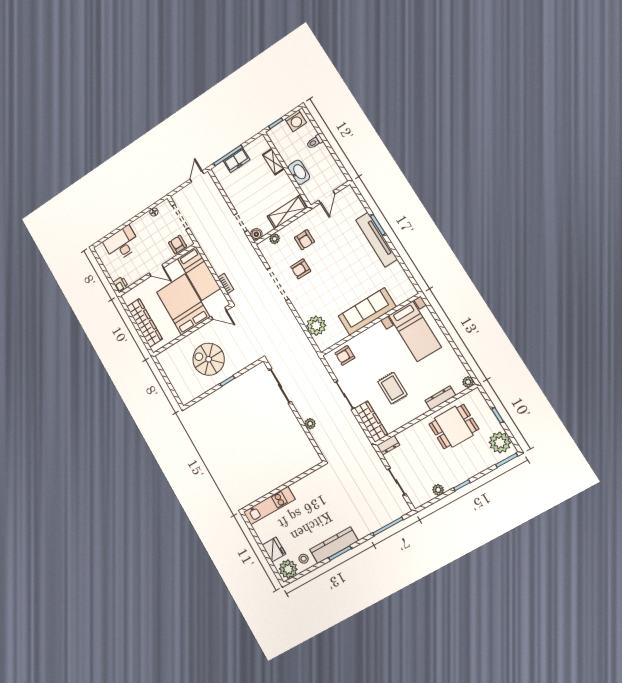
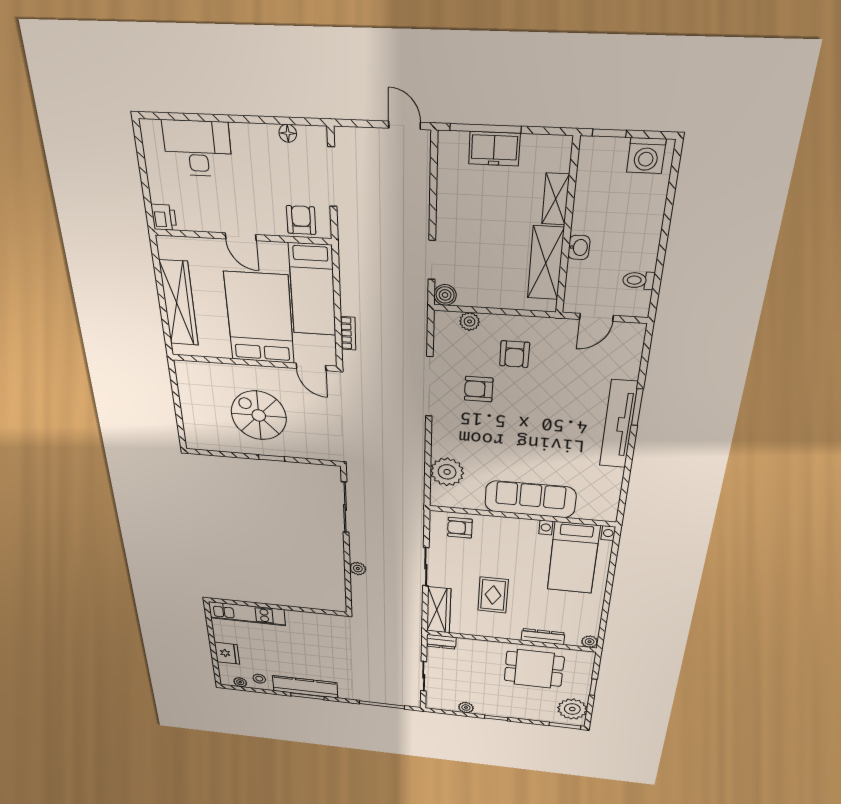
toilet: (315, 142) -> (638, 280), moved
washbasin: (299, 172) -> (579, 247), width x0.52, depth x0.69
door: (197, 176) -> (405, 125), hinge flipped
shelving: (287, 212) -> (546, 263), moved, turned 90
plant: (288, 569) -> (240, 682), width x0.53, depth x0.53

